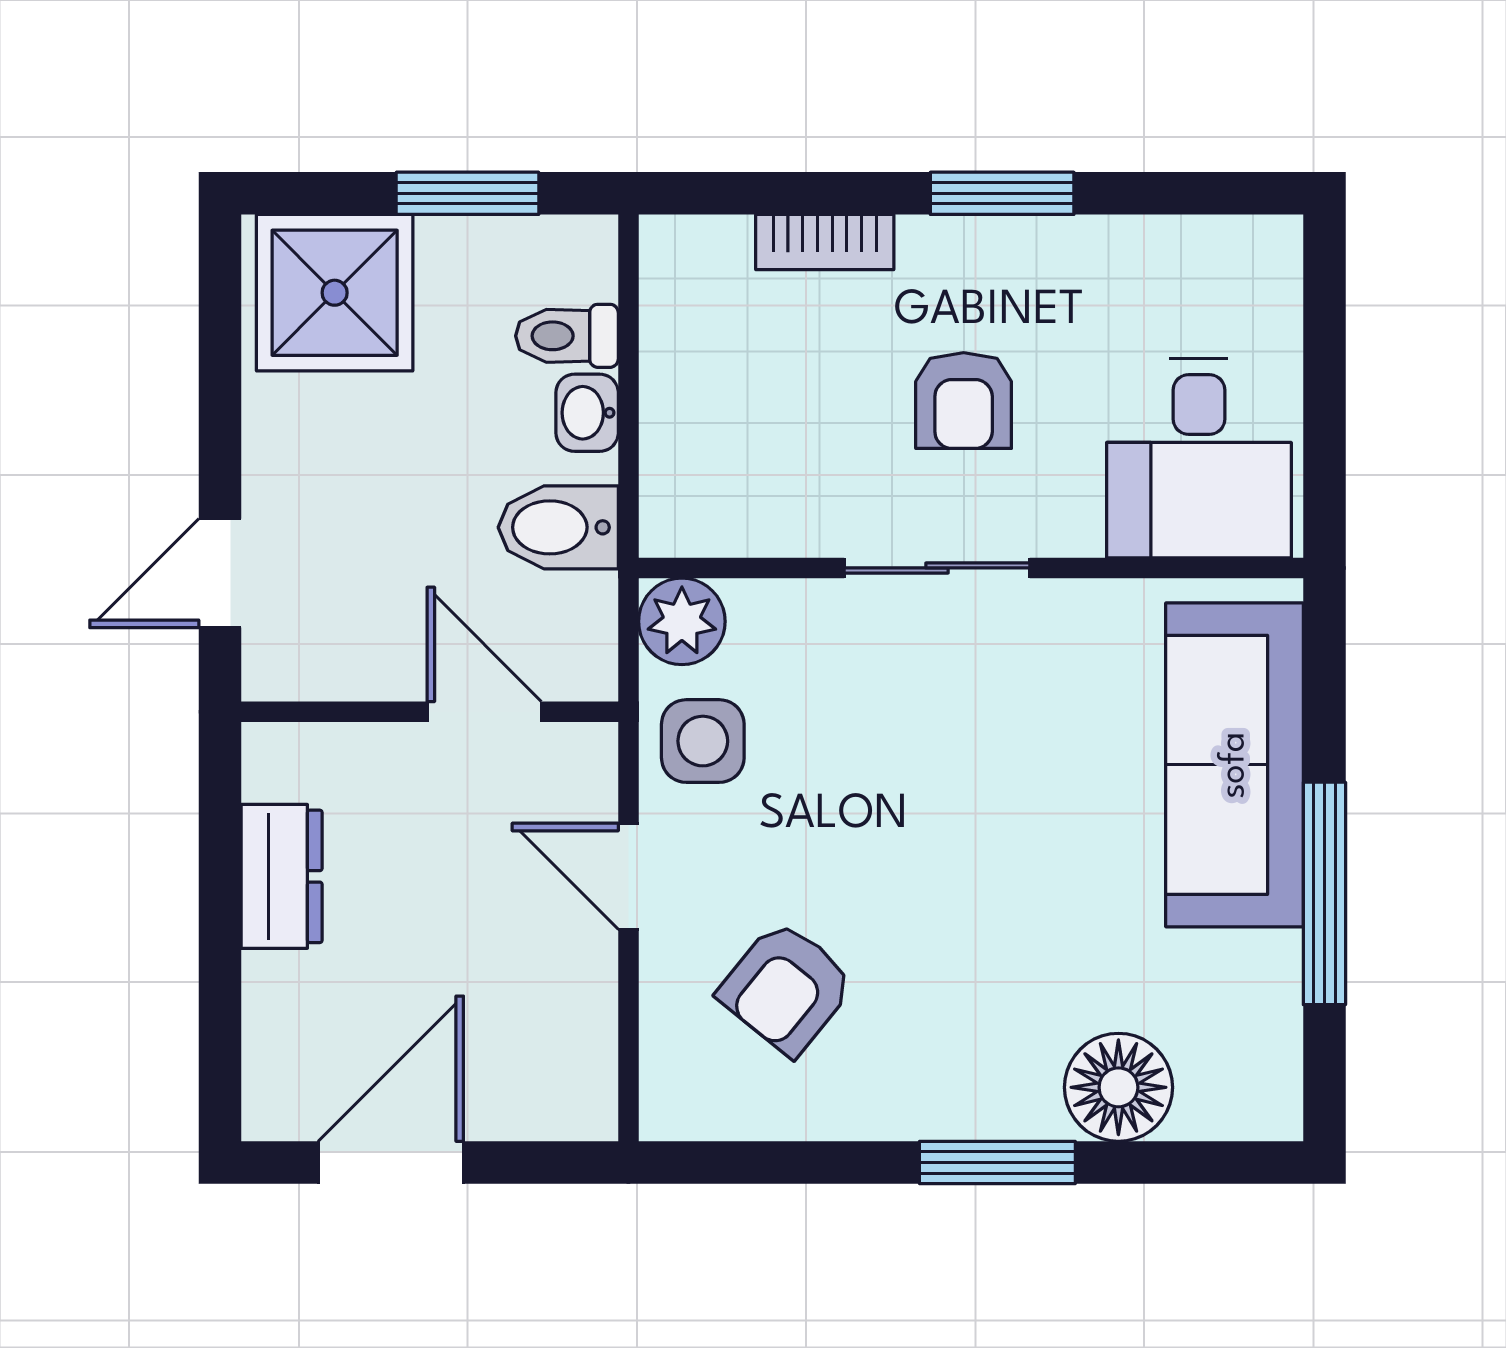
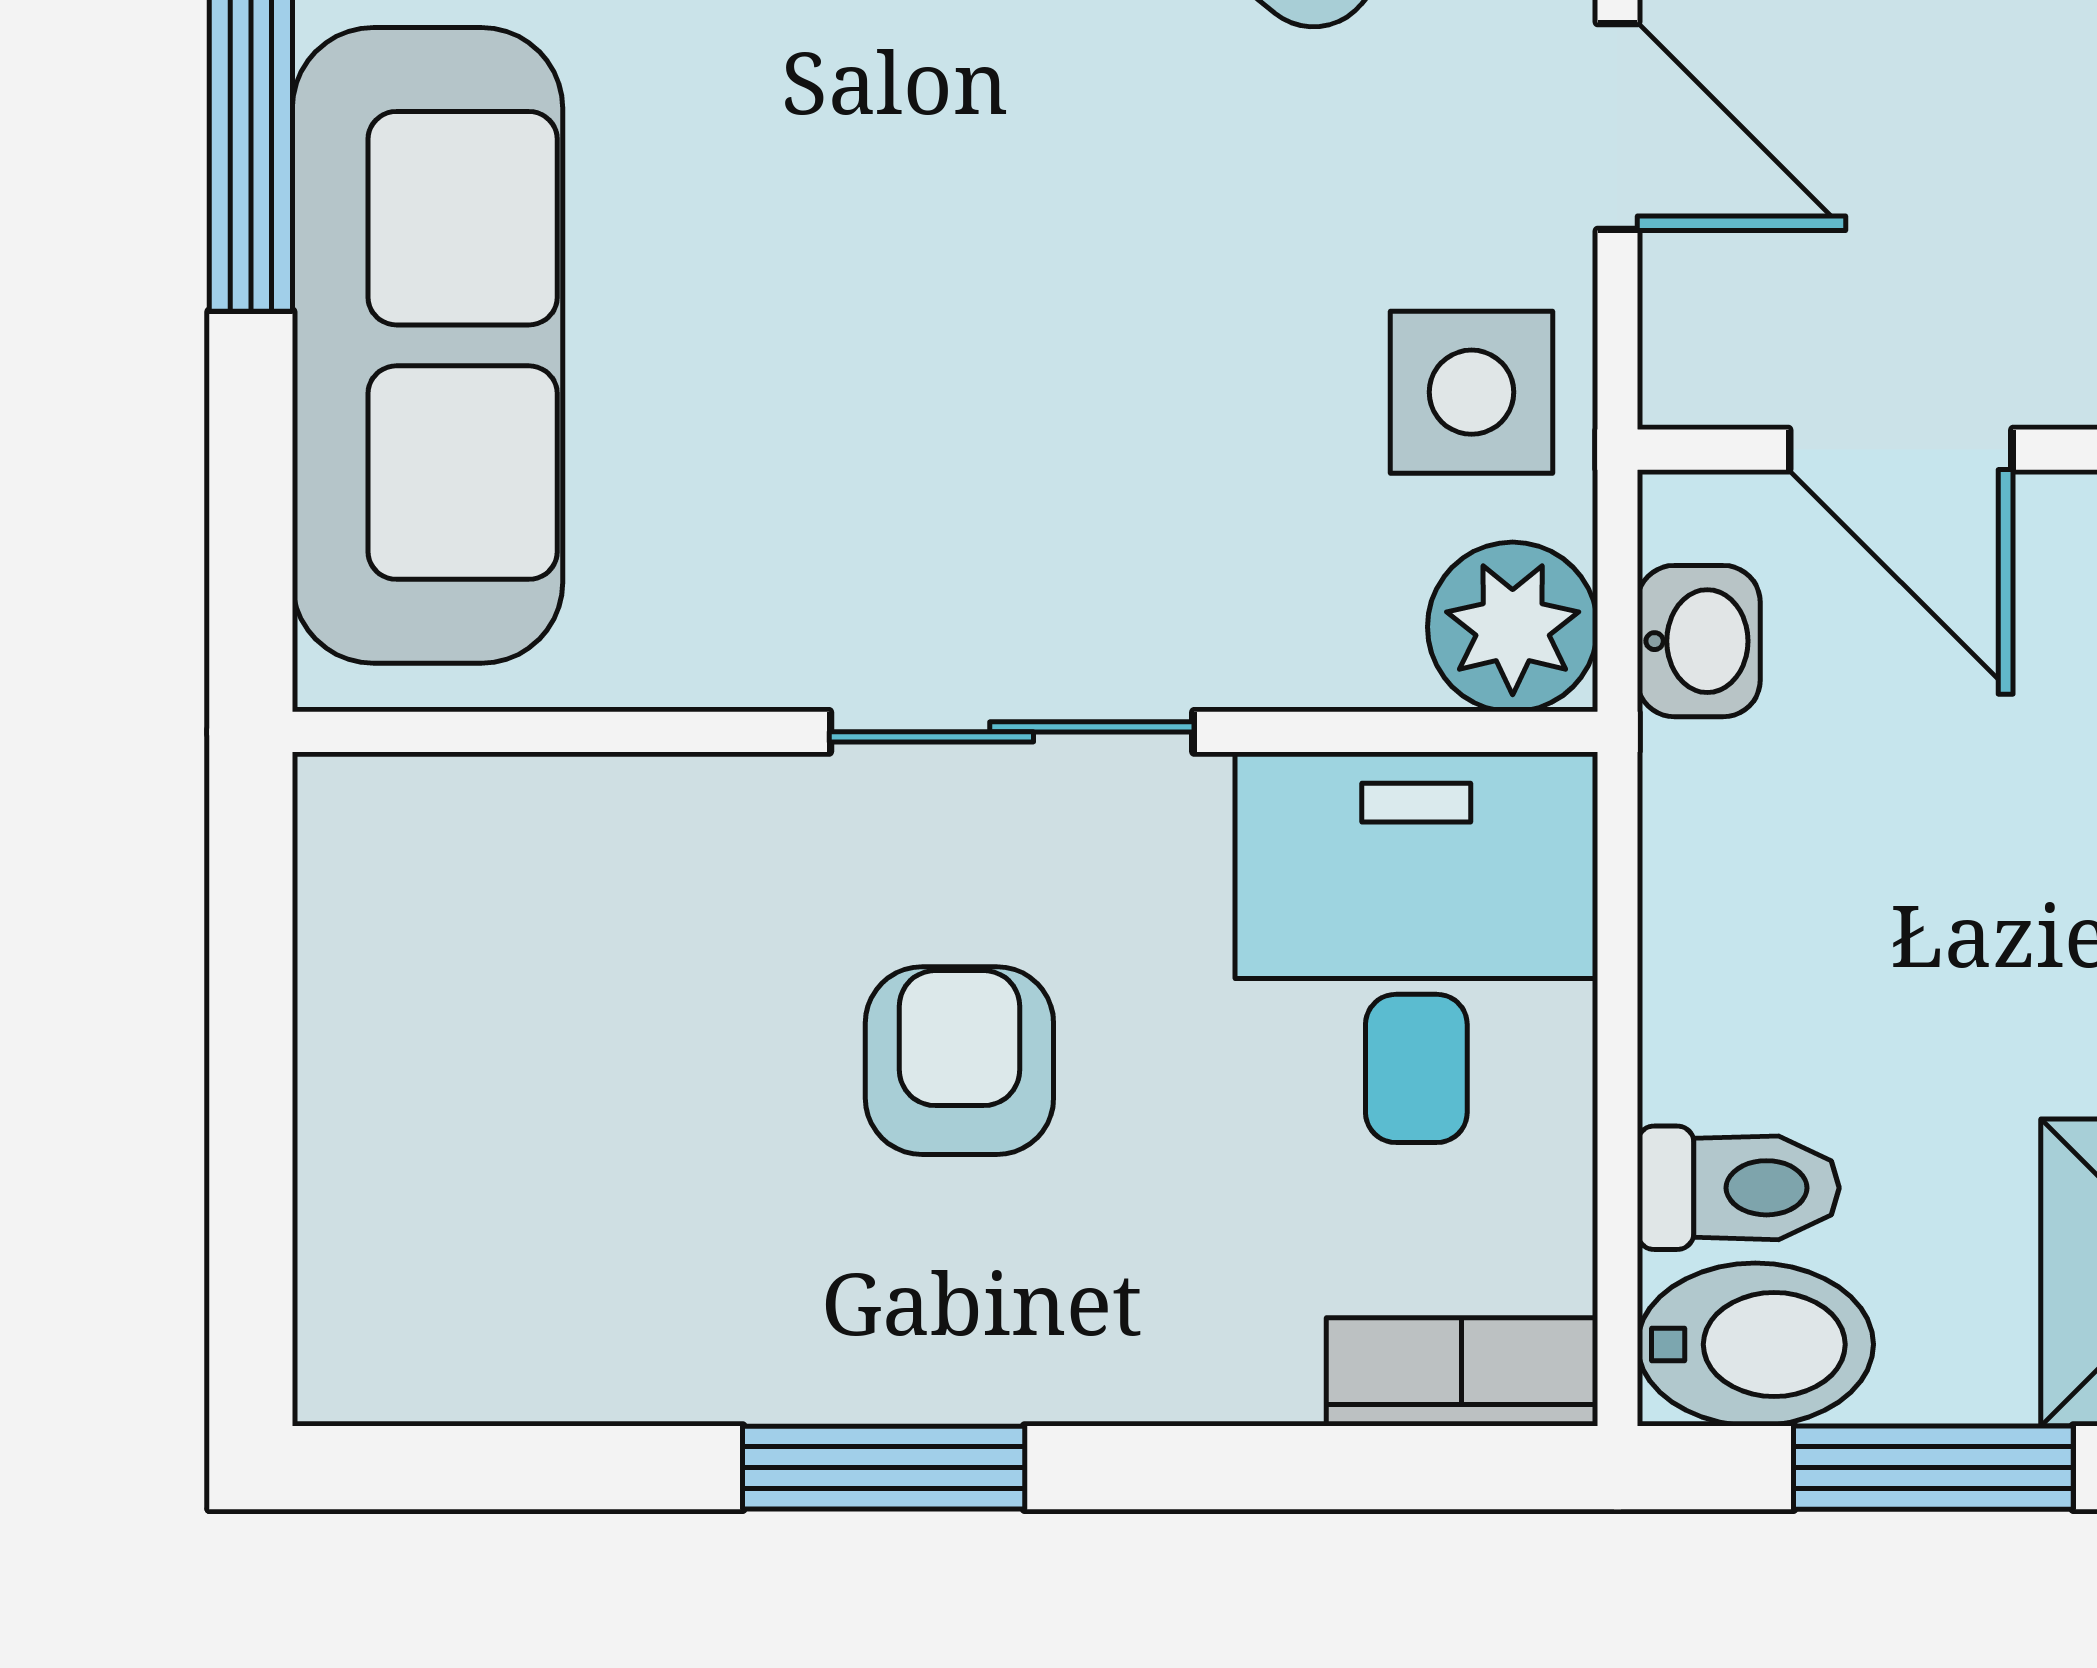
bookcase: (825, 242) -> (1462, 1372), moved
washbasin: (587, 413) -> (1699, 641), moved
desk: (1199, 458) -> (1416, 947), moved
bidet: (558, 527) -> (1755, 1344), moved

